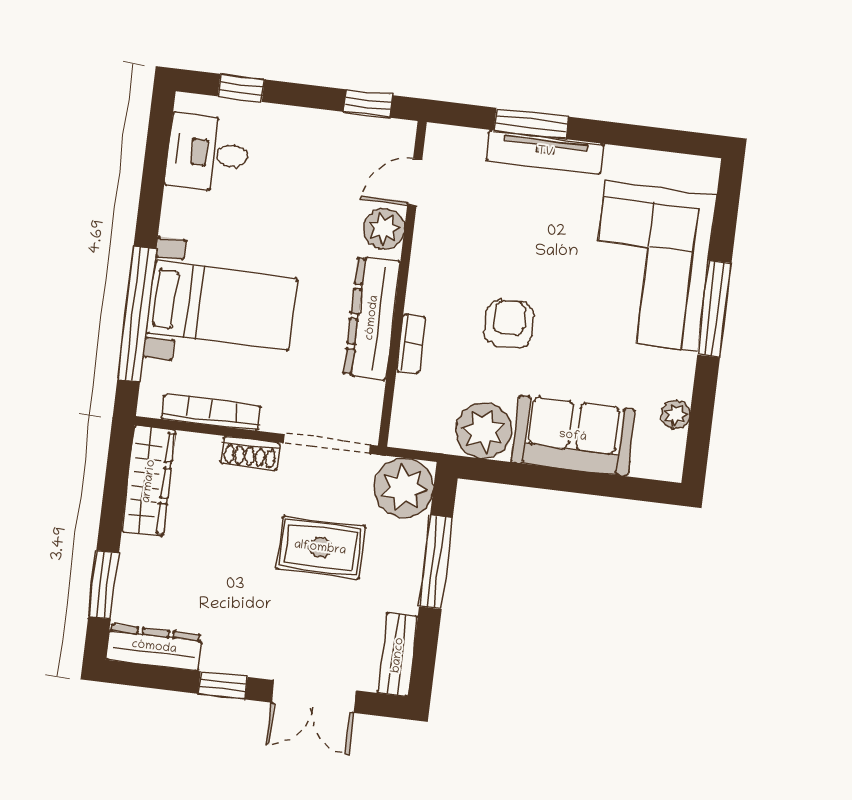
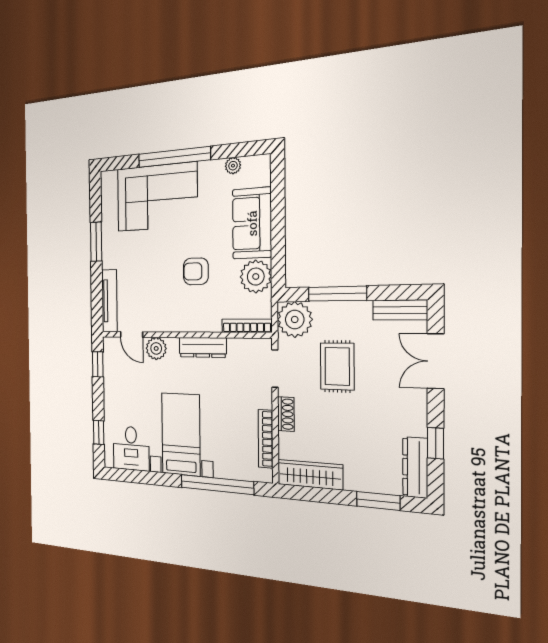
window: (531, 124) -> (96, 242), moved
tv unit: (545, 152) -> (109, 301), moved
bed with nightstands: (222, 305) -> (181, 434), moved
window: (714, 309) -> (174, 157), width x1.46
dresser: (372, 318) -> (203, 347), width x0.73, depth x0.80
bookcase: (411, 344) -> (247, 326), moved, width x1.56
doorway: (327, 444) -> (275, 369), width x0.73
window: (223, 685) -> (436, 443), moved
double door: (314, 697) -> (436, 361), swing flipped

